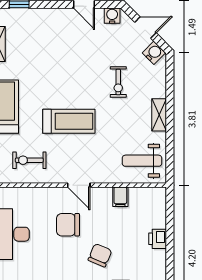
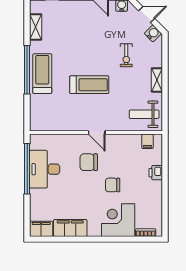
exercise bike: (29, 160) -> (60, 114), removed
filing cabinet: (120, 197) -> (147, 141), moved
chair: (100, 255) -> (113, 185), turned -113

